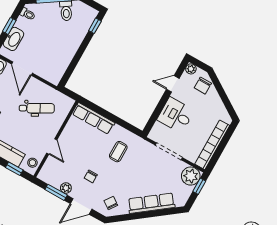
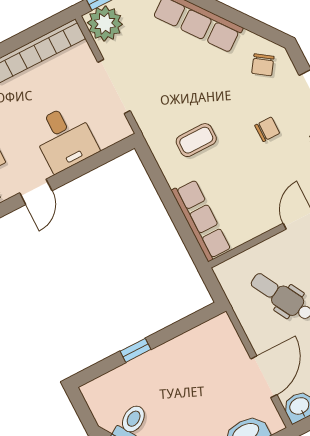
window: (95, 26) -> (135, 350), moved
door: (173, 84) -> (36, 192), hinge flipped

